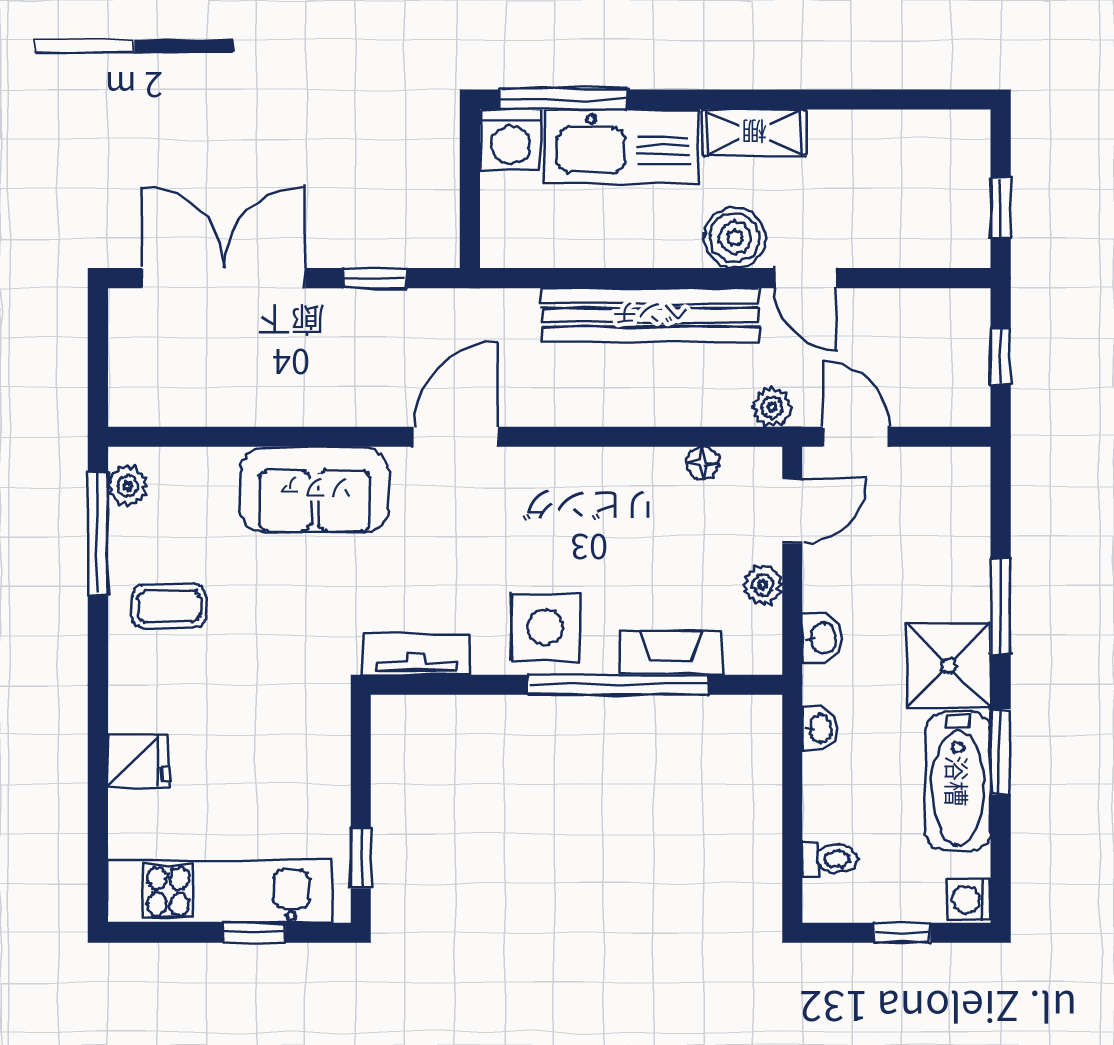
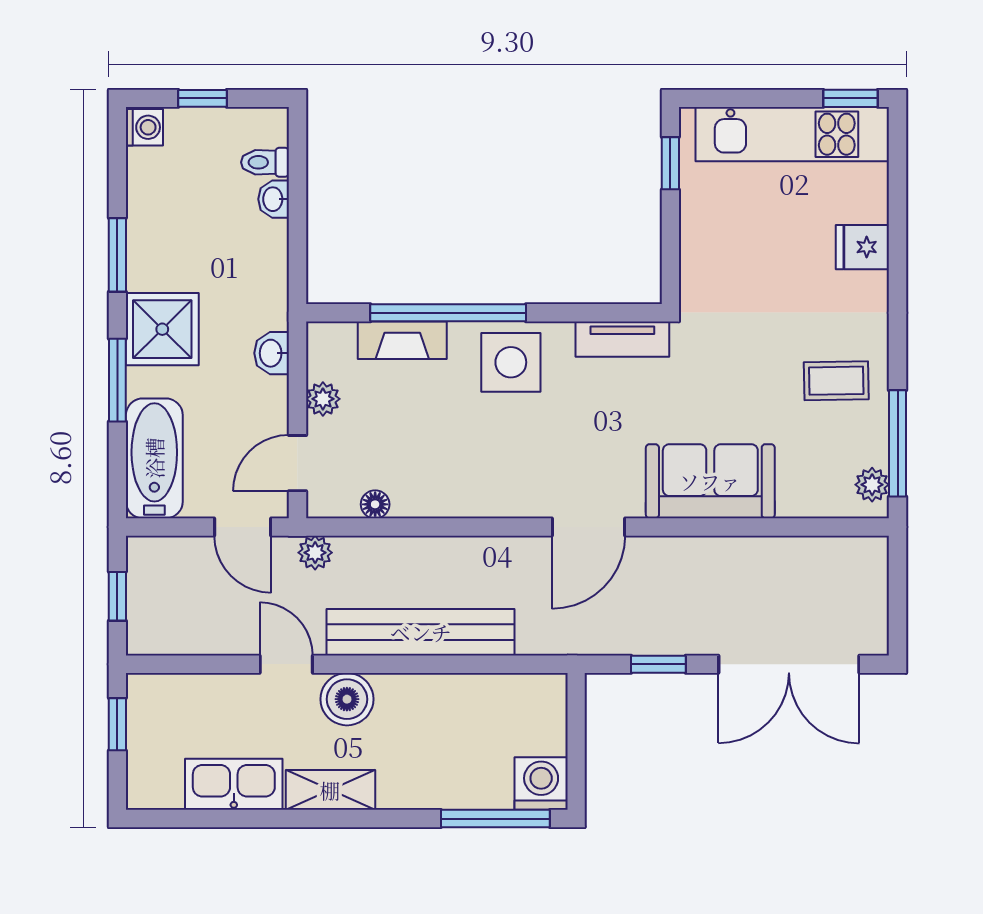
kitchen sink: (622, 146) -> (234, 784), moved, width x0.73, depth x0.81
washbasin: (820, 728) -> (274, 199), moved
bathtub: (958, 781) -> (154, 458), moved
window: (254, 933) -> (851, 98), moved

